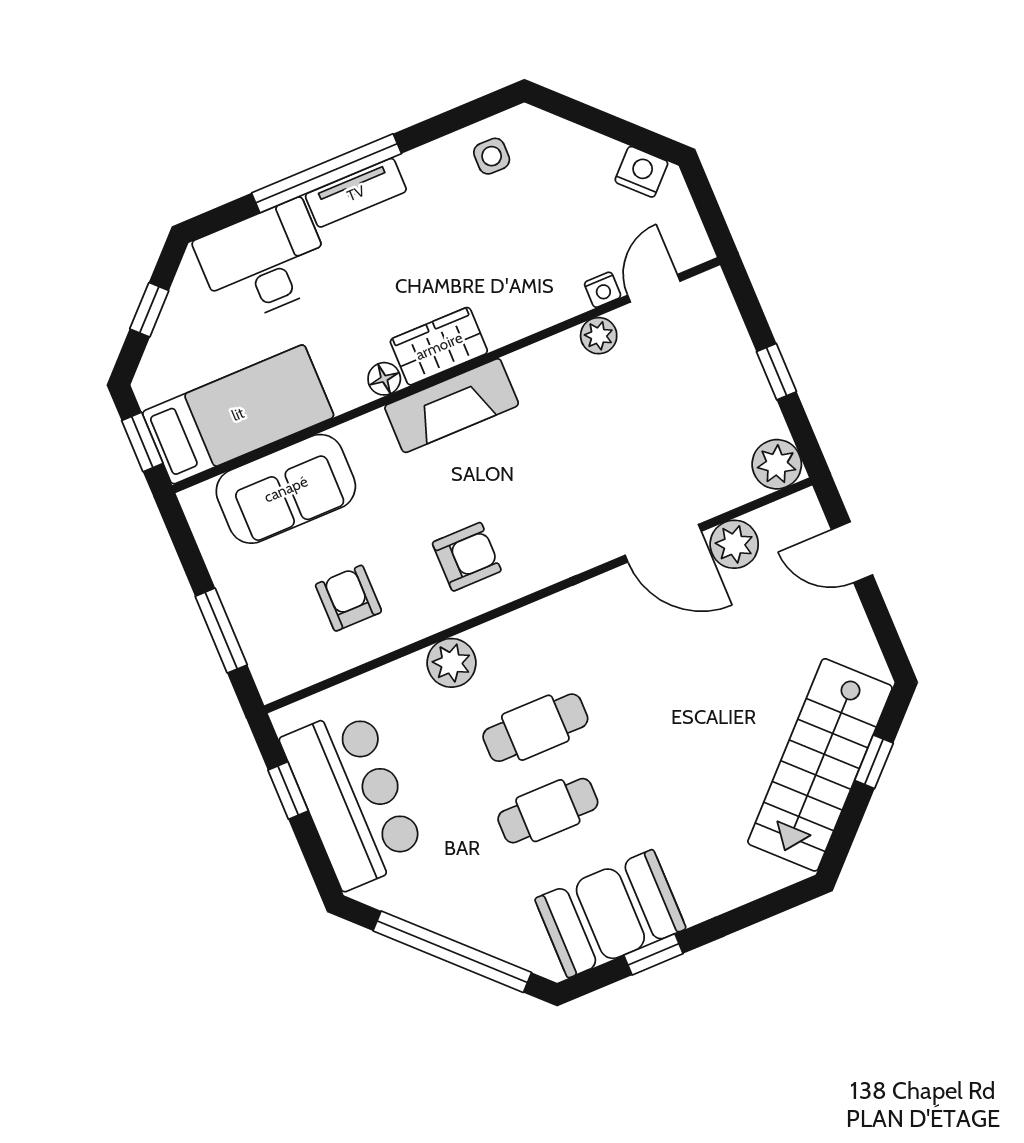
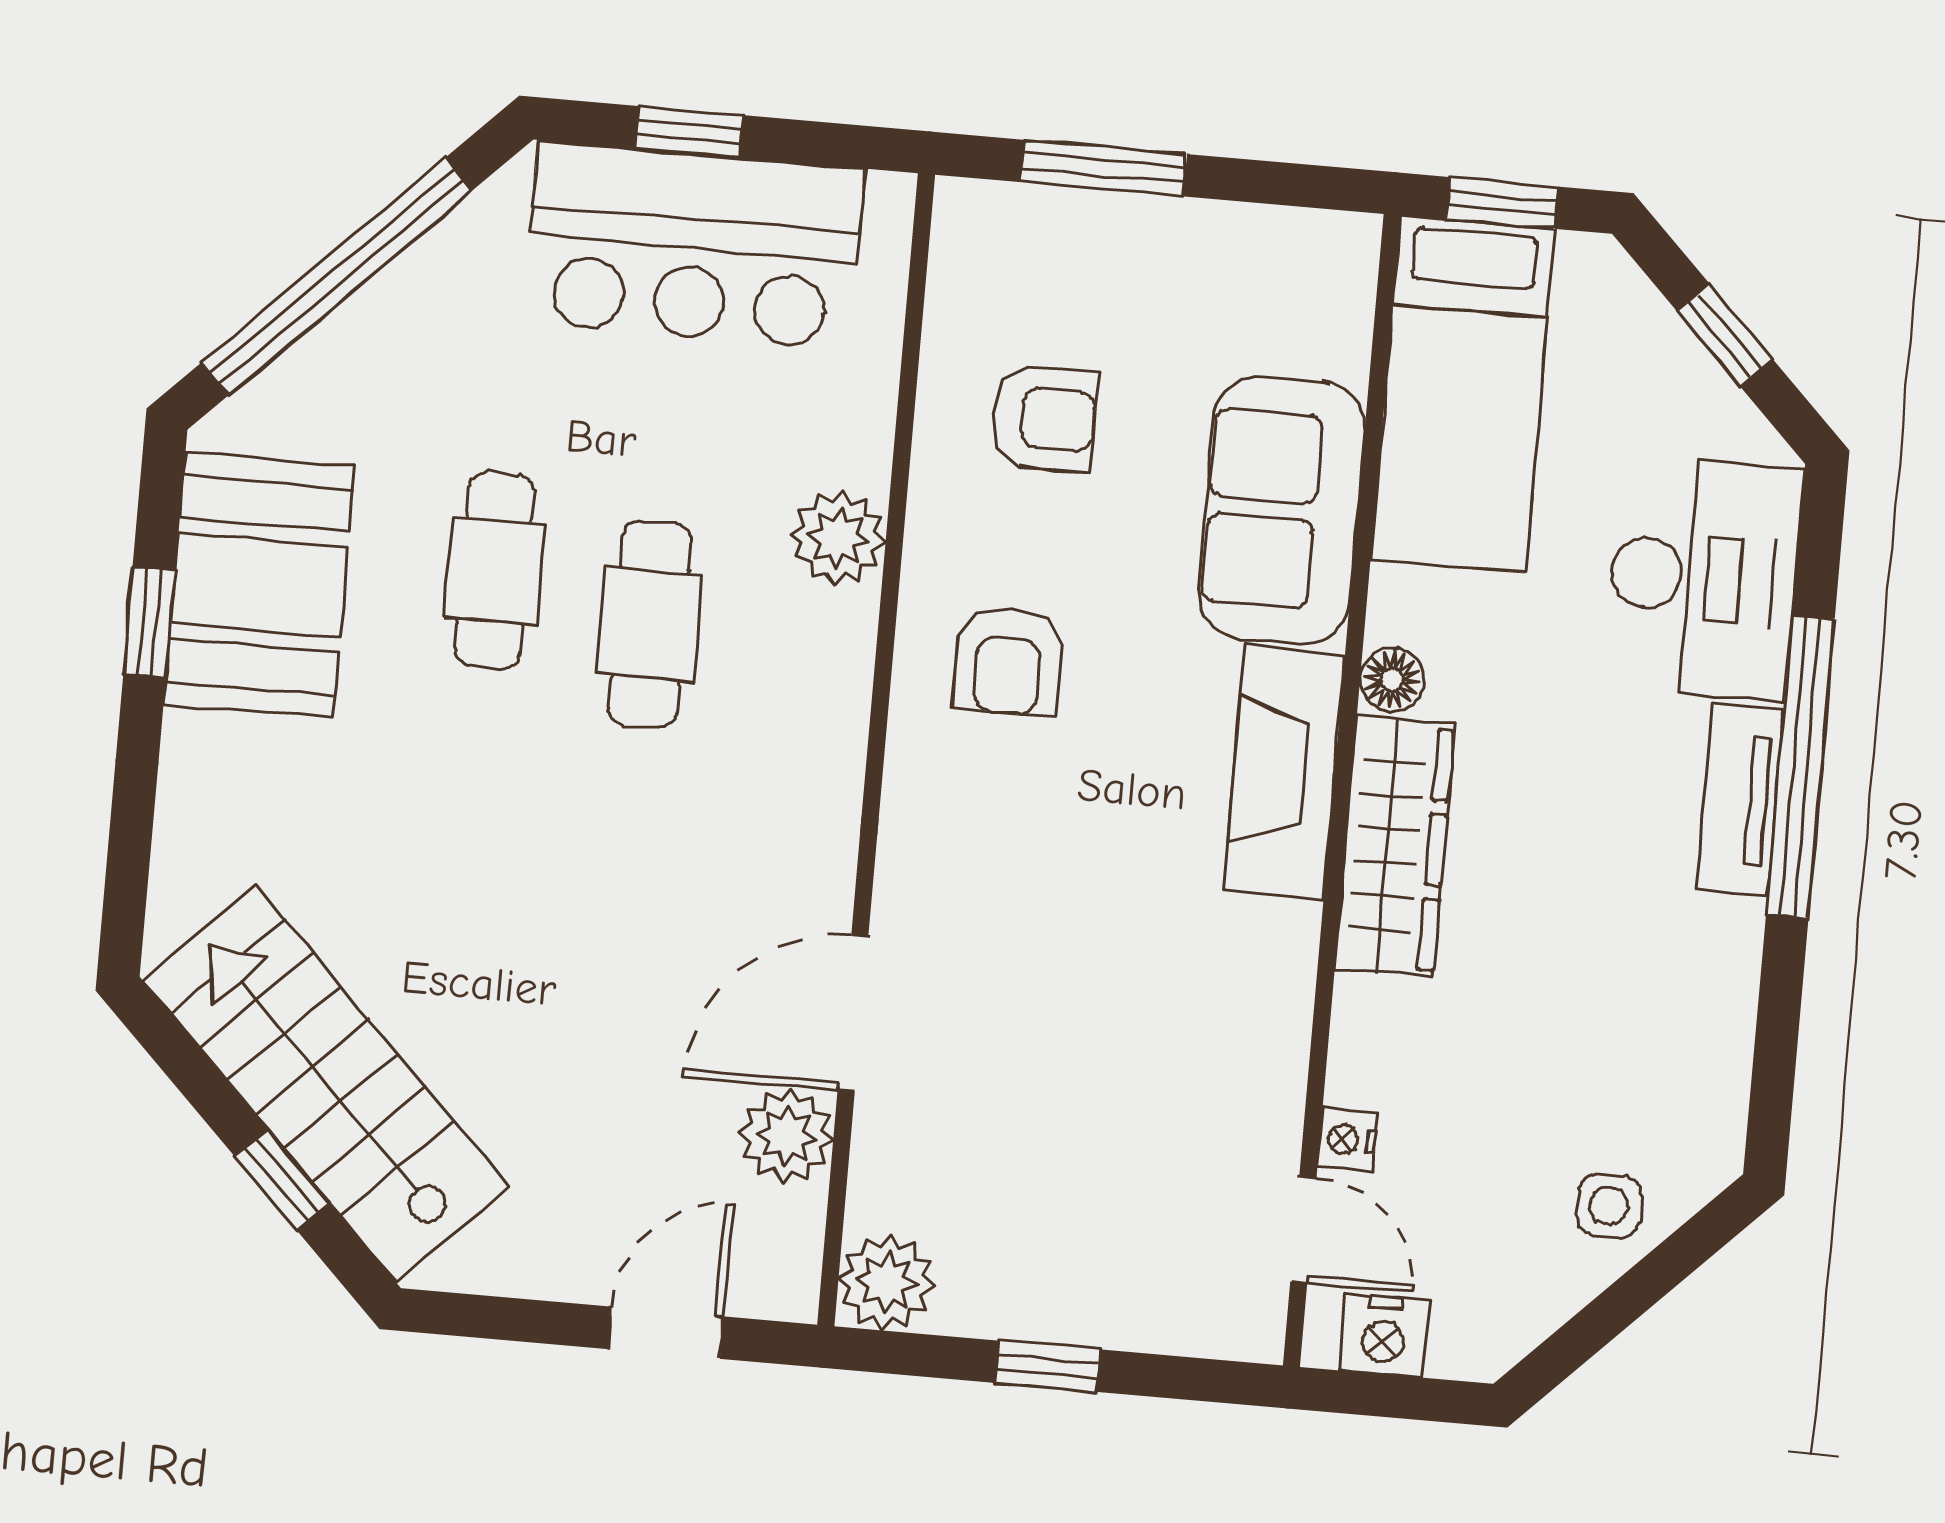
side table: (492, 156) -> (1608, 1206), moved
nightstand: (641, 172) -> (1383, 1335), moved, turned 45
plant: (599, 336) -> (1271, 1091), removed
wardrobe: (439, 346) -> (1395, 846), width x1.50
sofa: (286, 489) -> (1282, 510), moved
window: (288, 791) -> (689, 132), moved

